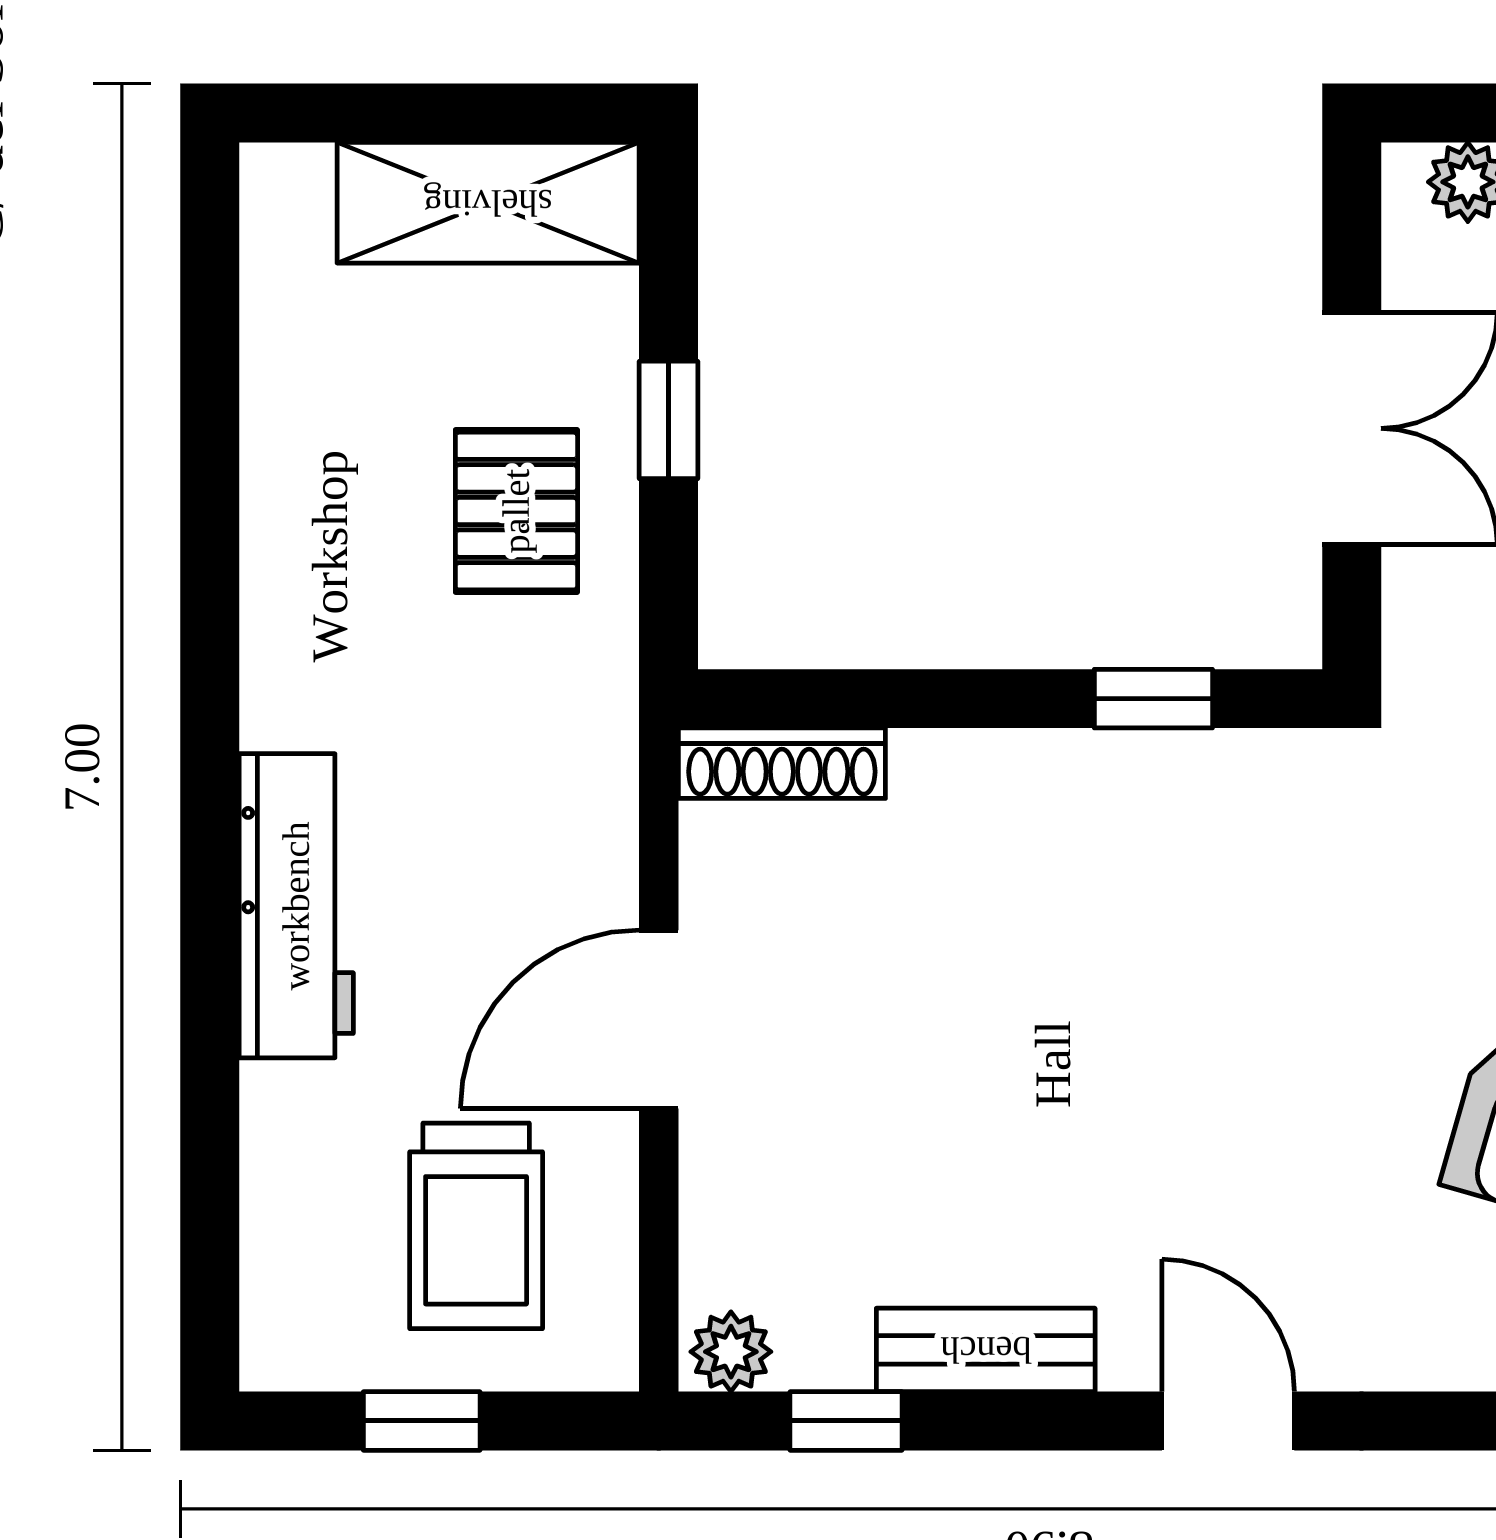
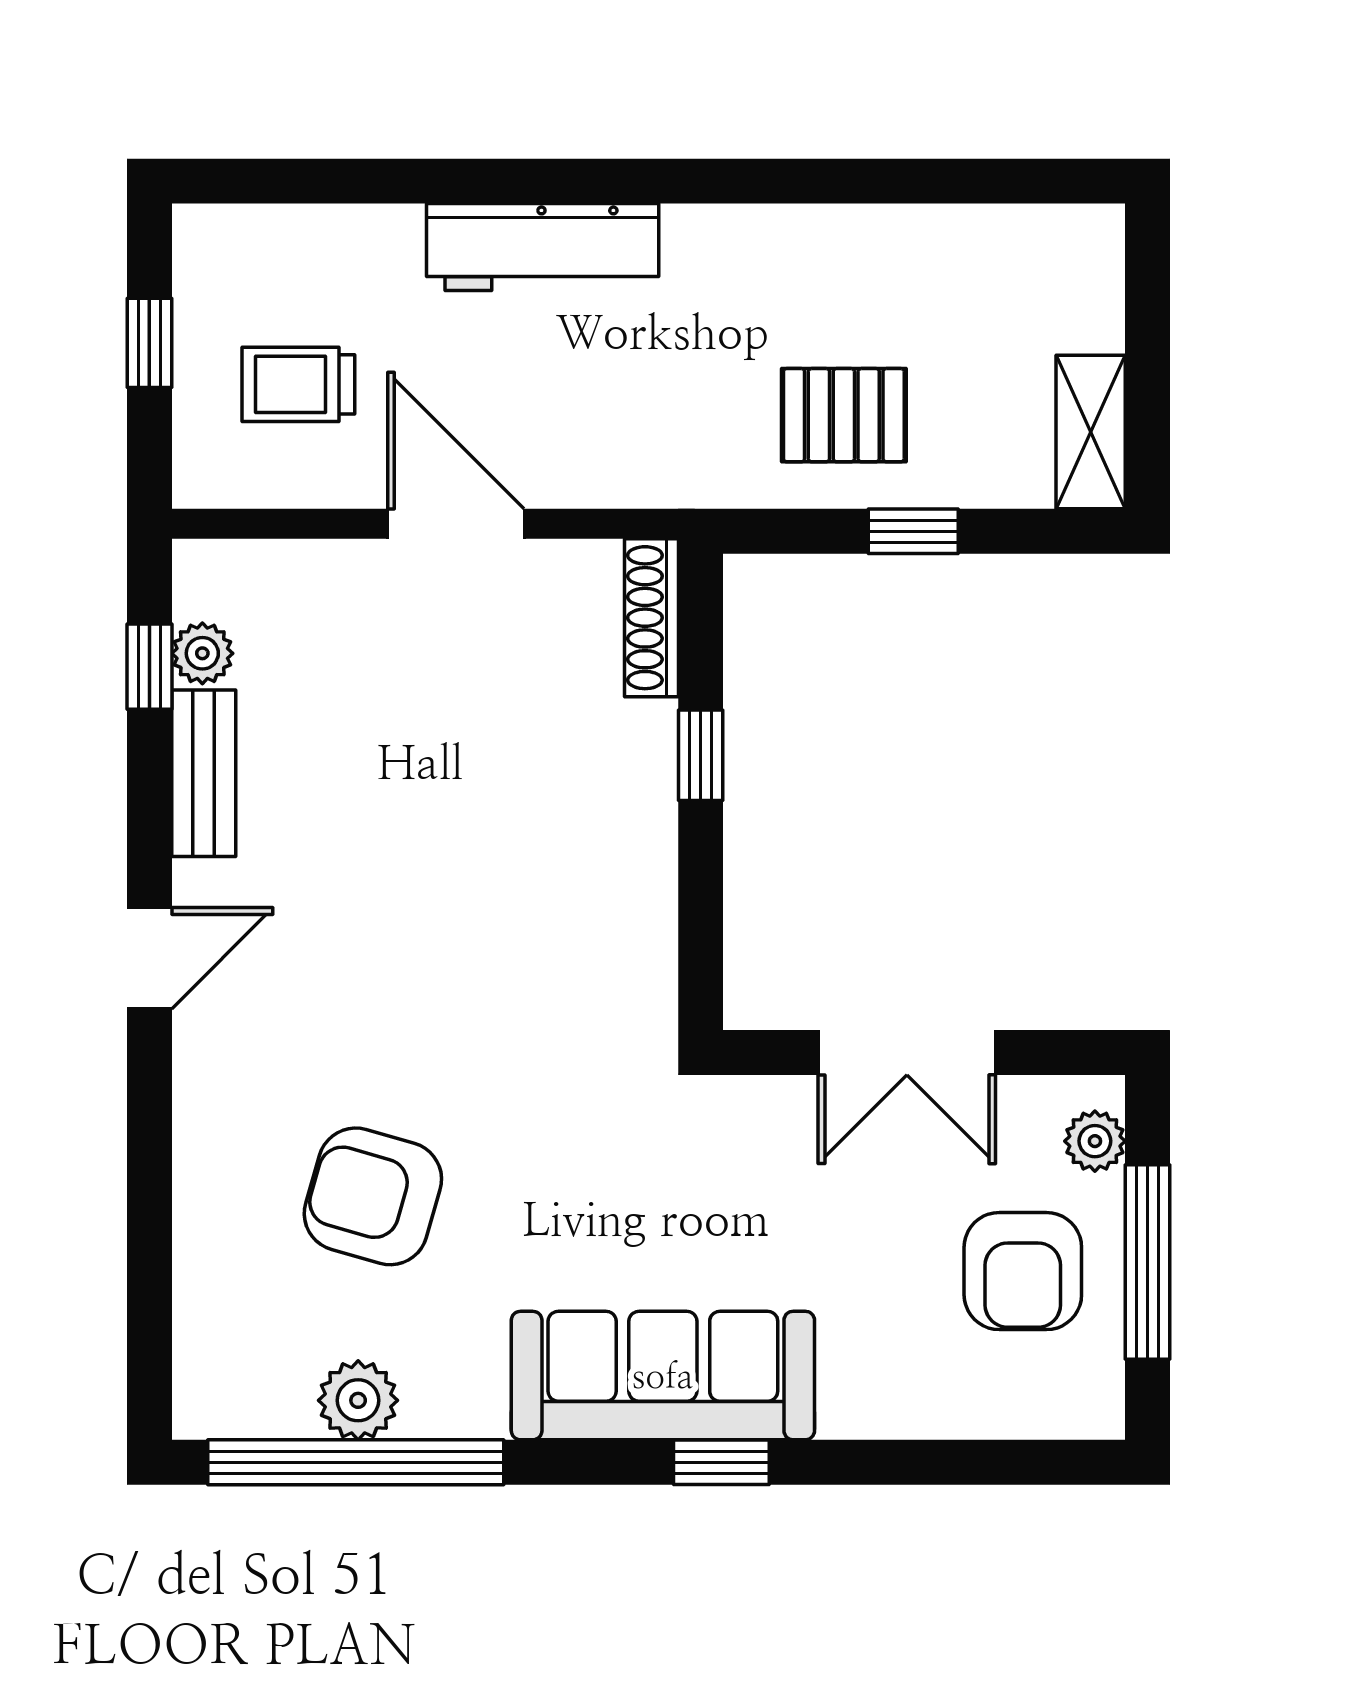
shelving: (488, 203) -> (1091, 432), width x0.67, depth x0.75
window: (1153, 699) -> (701, 755), moved
trolley: (476, 1226) -> (298, 384), width x0.73, depth x0.72
plant: (731, 1352) -> (202, 653), moved

